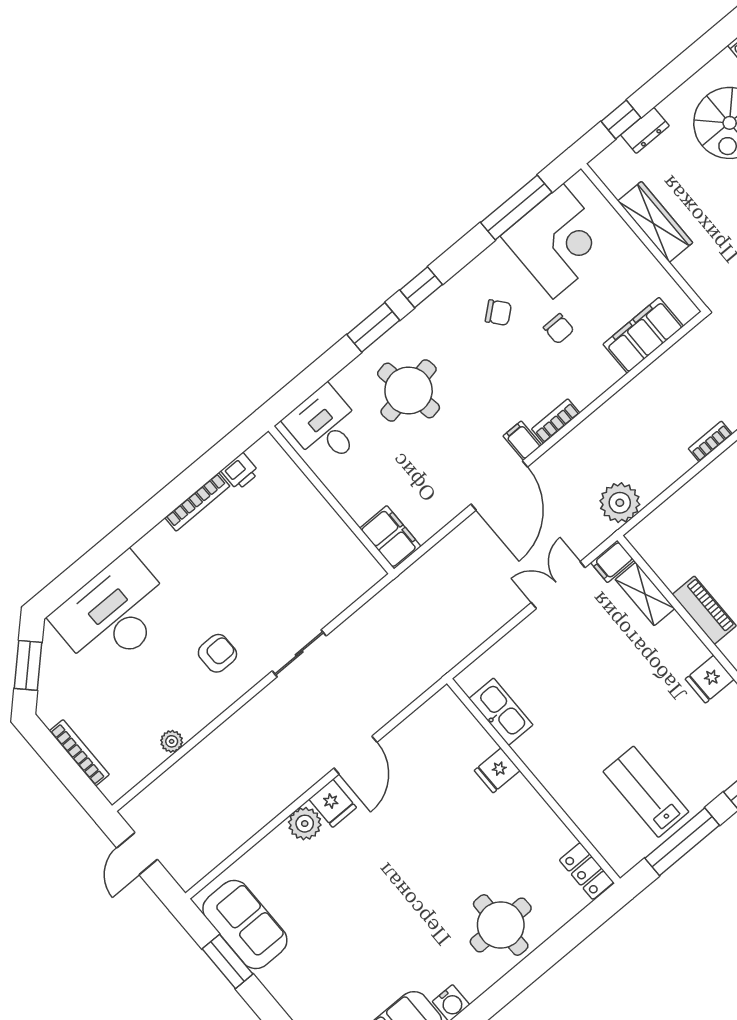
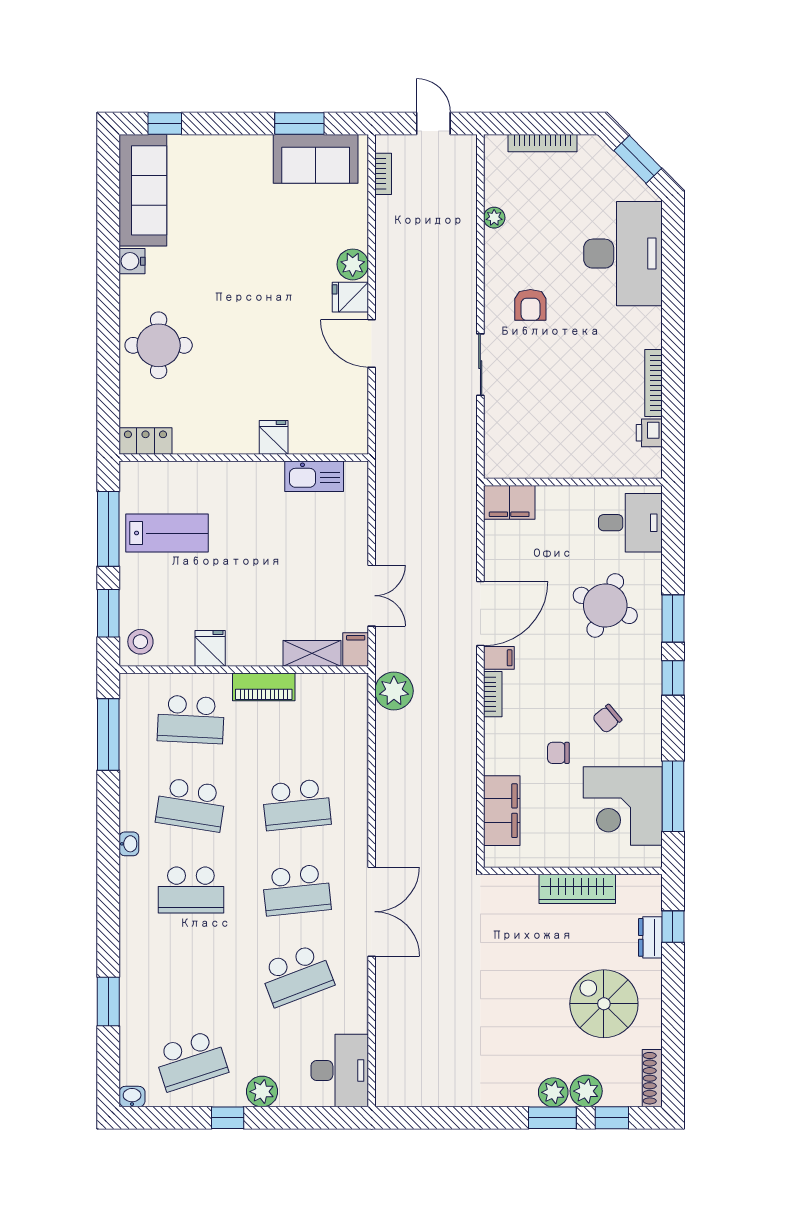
round table: (409, 391) -> (605, 605), turned 33
bookcase: (710, 441) -> (383, 174), moved
door: (499, 485) -> (480, 614), swing flipped

